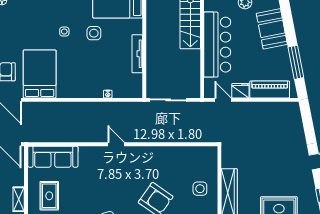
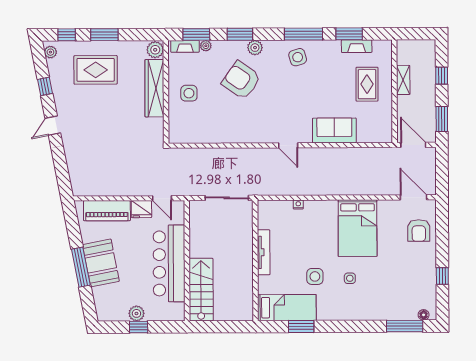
booth: (272, 29) -> (101, 263), moved
window: (296, 62) -> (81, 267), moved
bed: (40, 74) -> (358, 228), moved
sofa: (53, 157) -> (334, 130), moved, width x0.73

